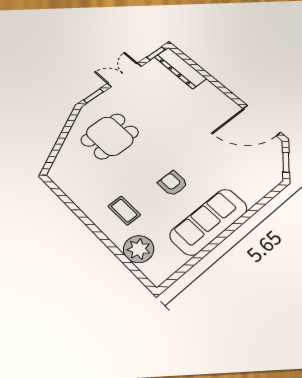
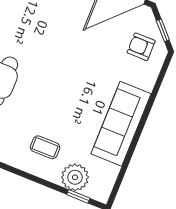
armchair: (173, 183) -> (141, 47), moved
window: (132, 268) -> (78, 196), added

